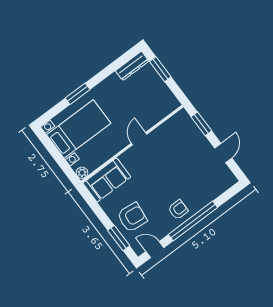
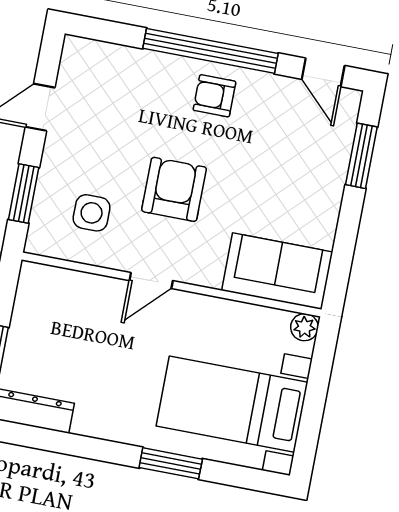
side table: (176, 139) -> (92, 213), added
armchair: (132, 217) -> (174, 189), moved, turned 84

